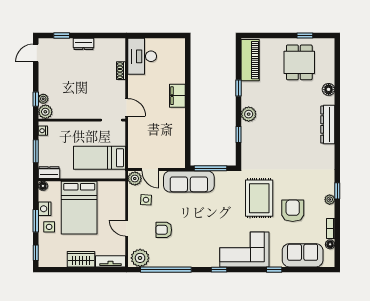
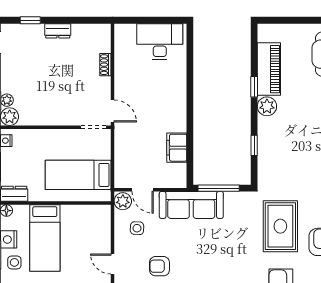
desk: (142, 56) -> (160, 42), moved, turned 90
piano: (250, 60) -> (269, 69), moved
filing cabinet: (177, 96) -> (177, 148), moved
plant: (249, 114) -> (267, 106), moved
bed: (79, 208) -> (45, 238), width x0.67

